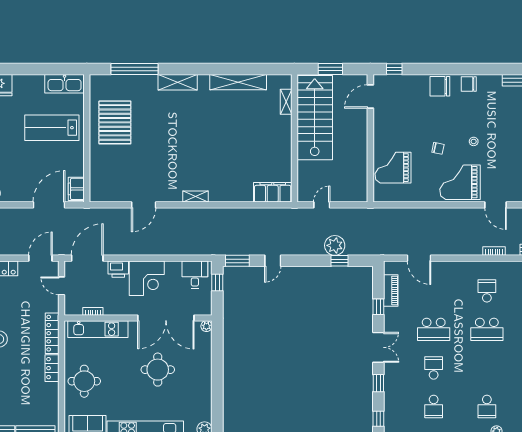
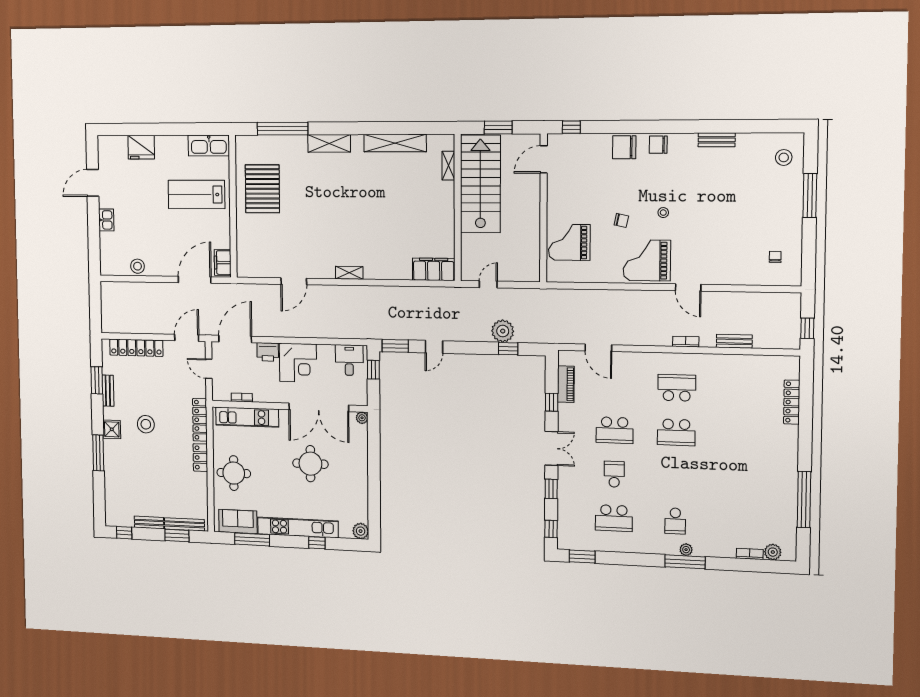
school desk: (487, 291) -> (677, 388), width x1.85
school desk: (434, 406) -> (614, 518), width x1.85

